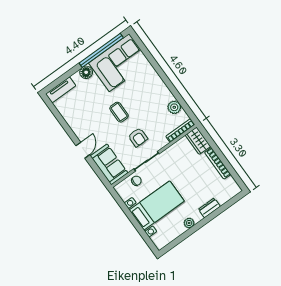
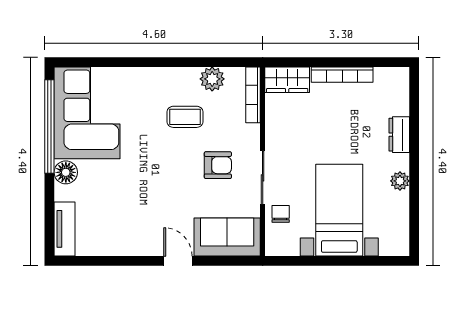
coffee table: (119, 112) -> (185, 117), moved

